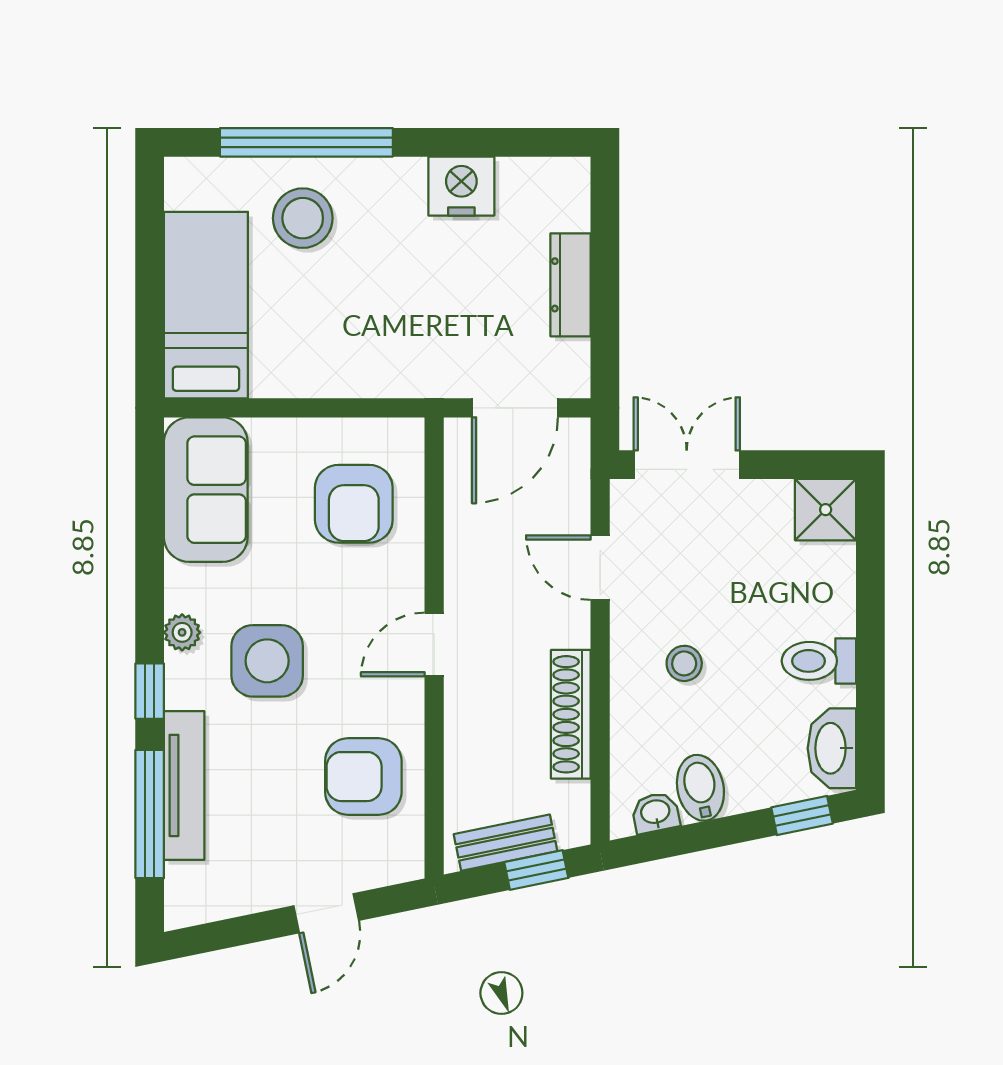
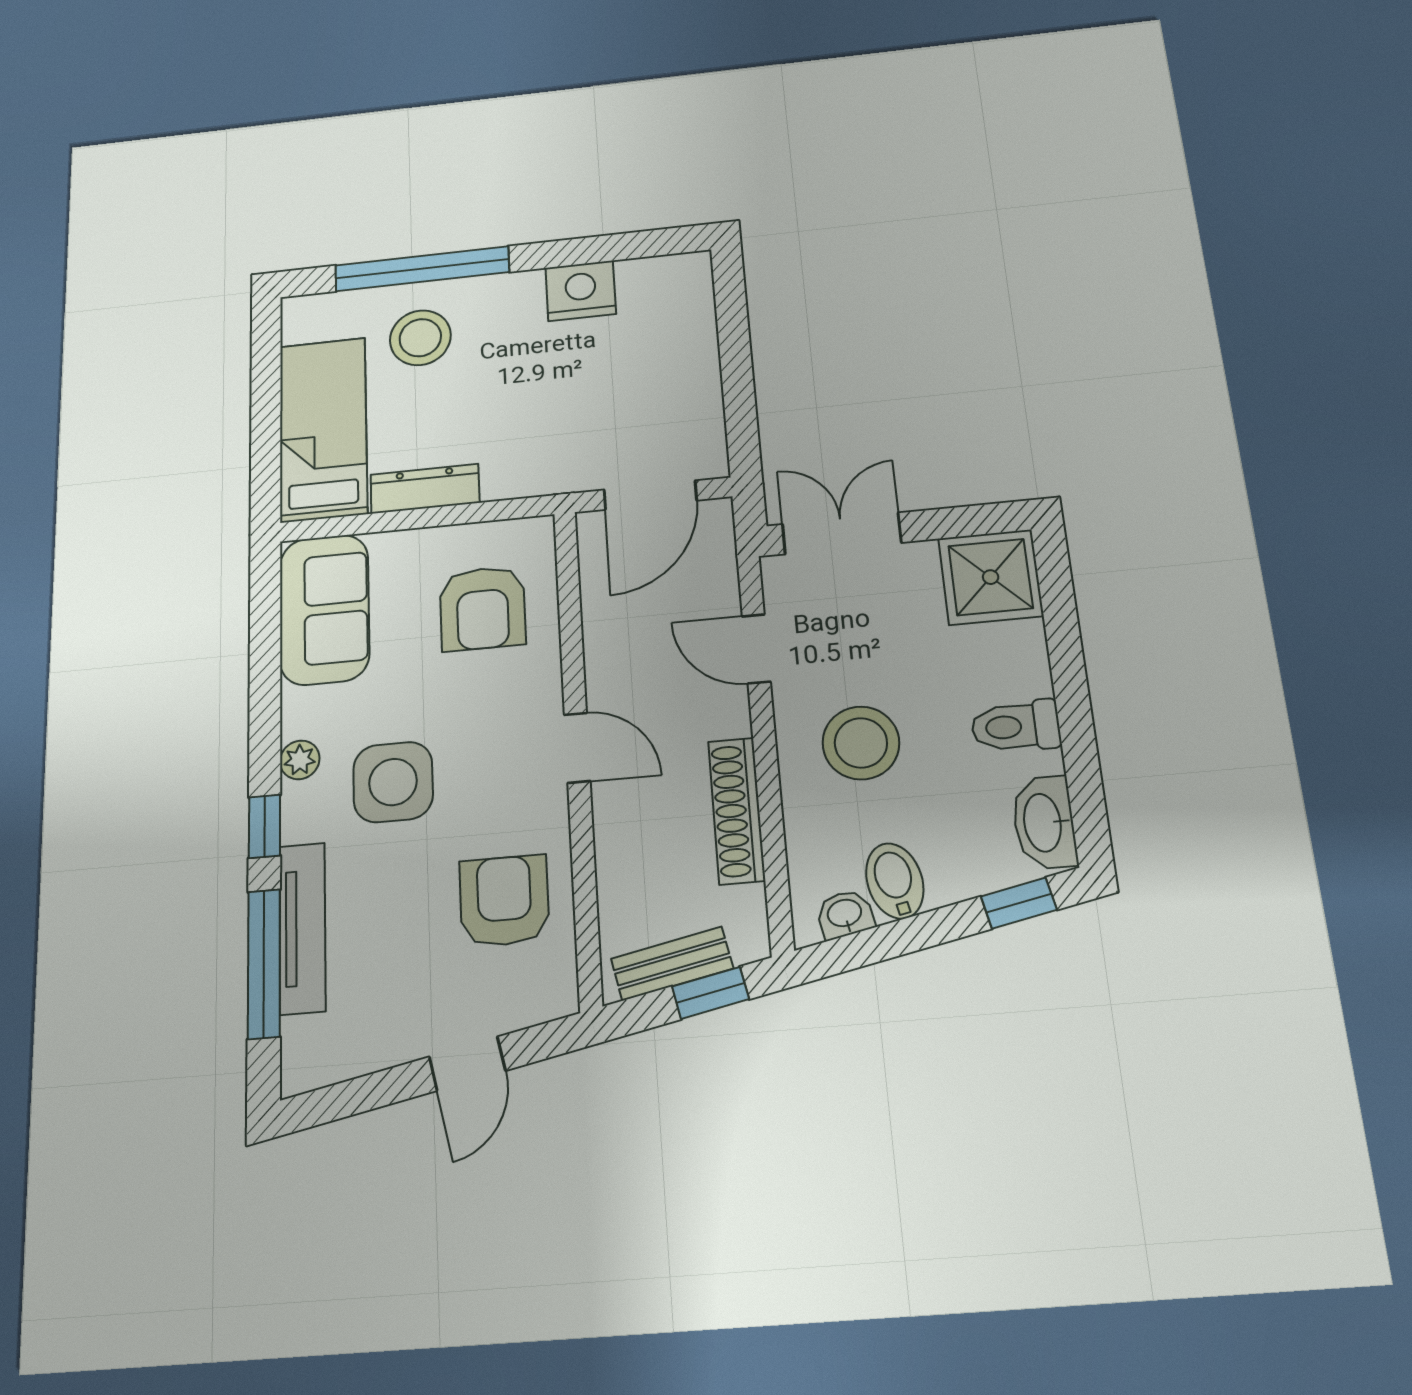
dresser: (571, 285) -> (425, 489), moved, turned 90
shower: (826, 510) -> (991, 577), width x1.36, depth x1.36
door: (434, 645) -> (577, 748), swing flipped
stool: (684, 663) -> (861, 743), width x1.89, depth x1.89
armchair: (363, 777) -> (504, 901), turned 90

